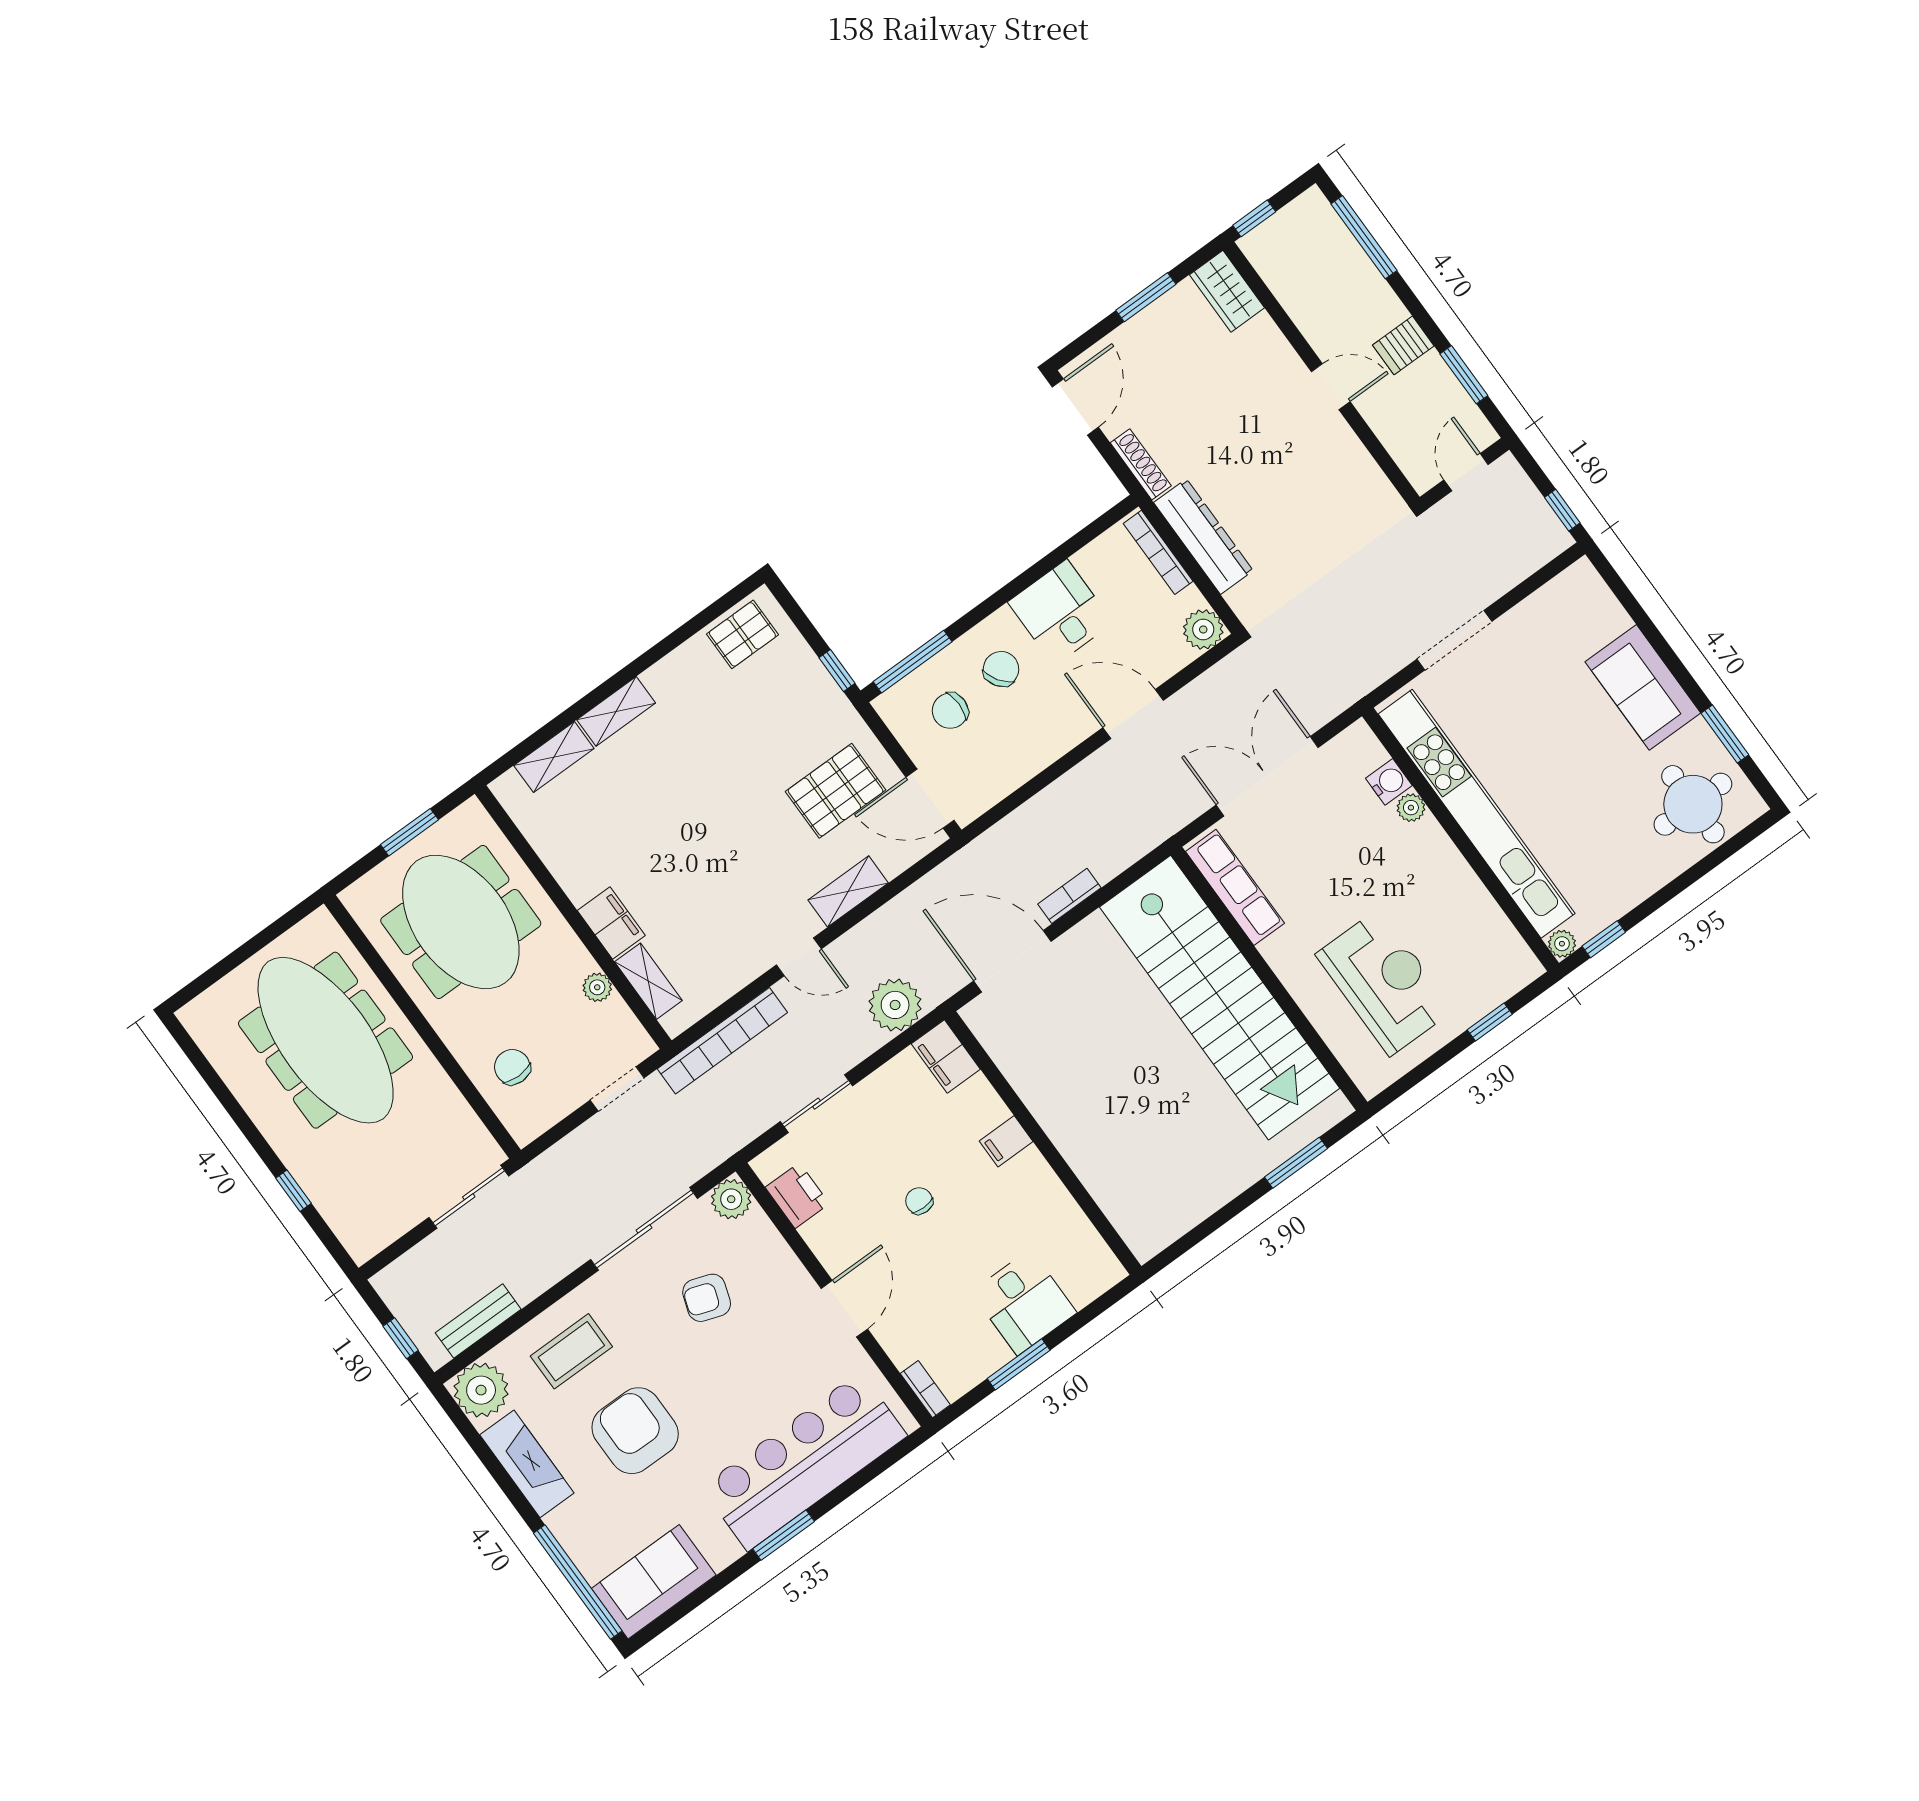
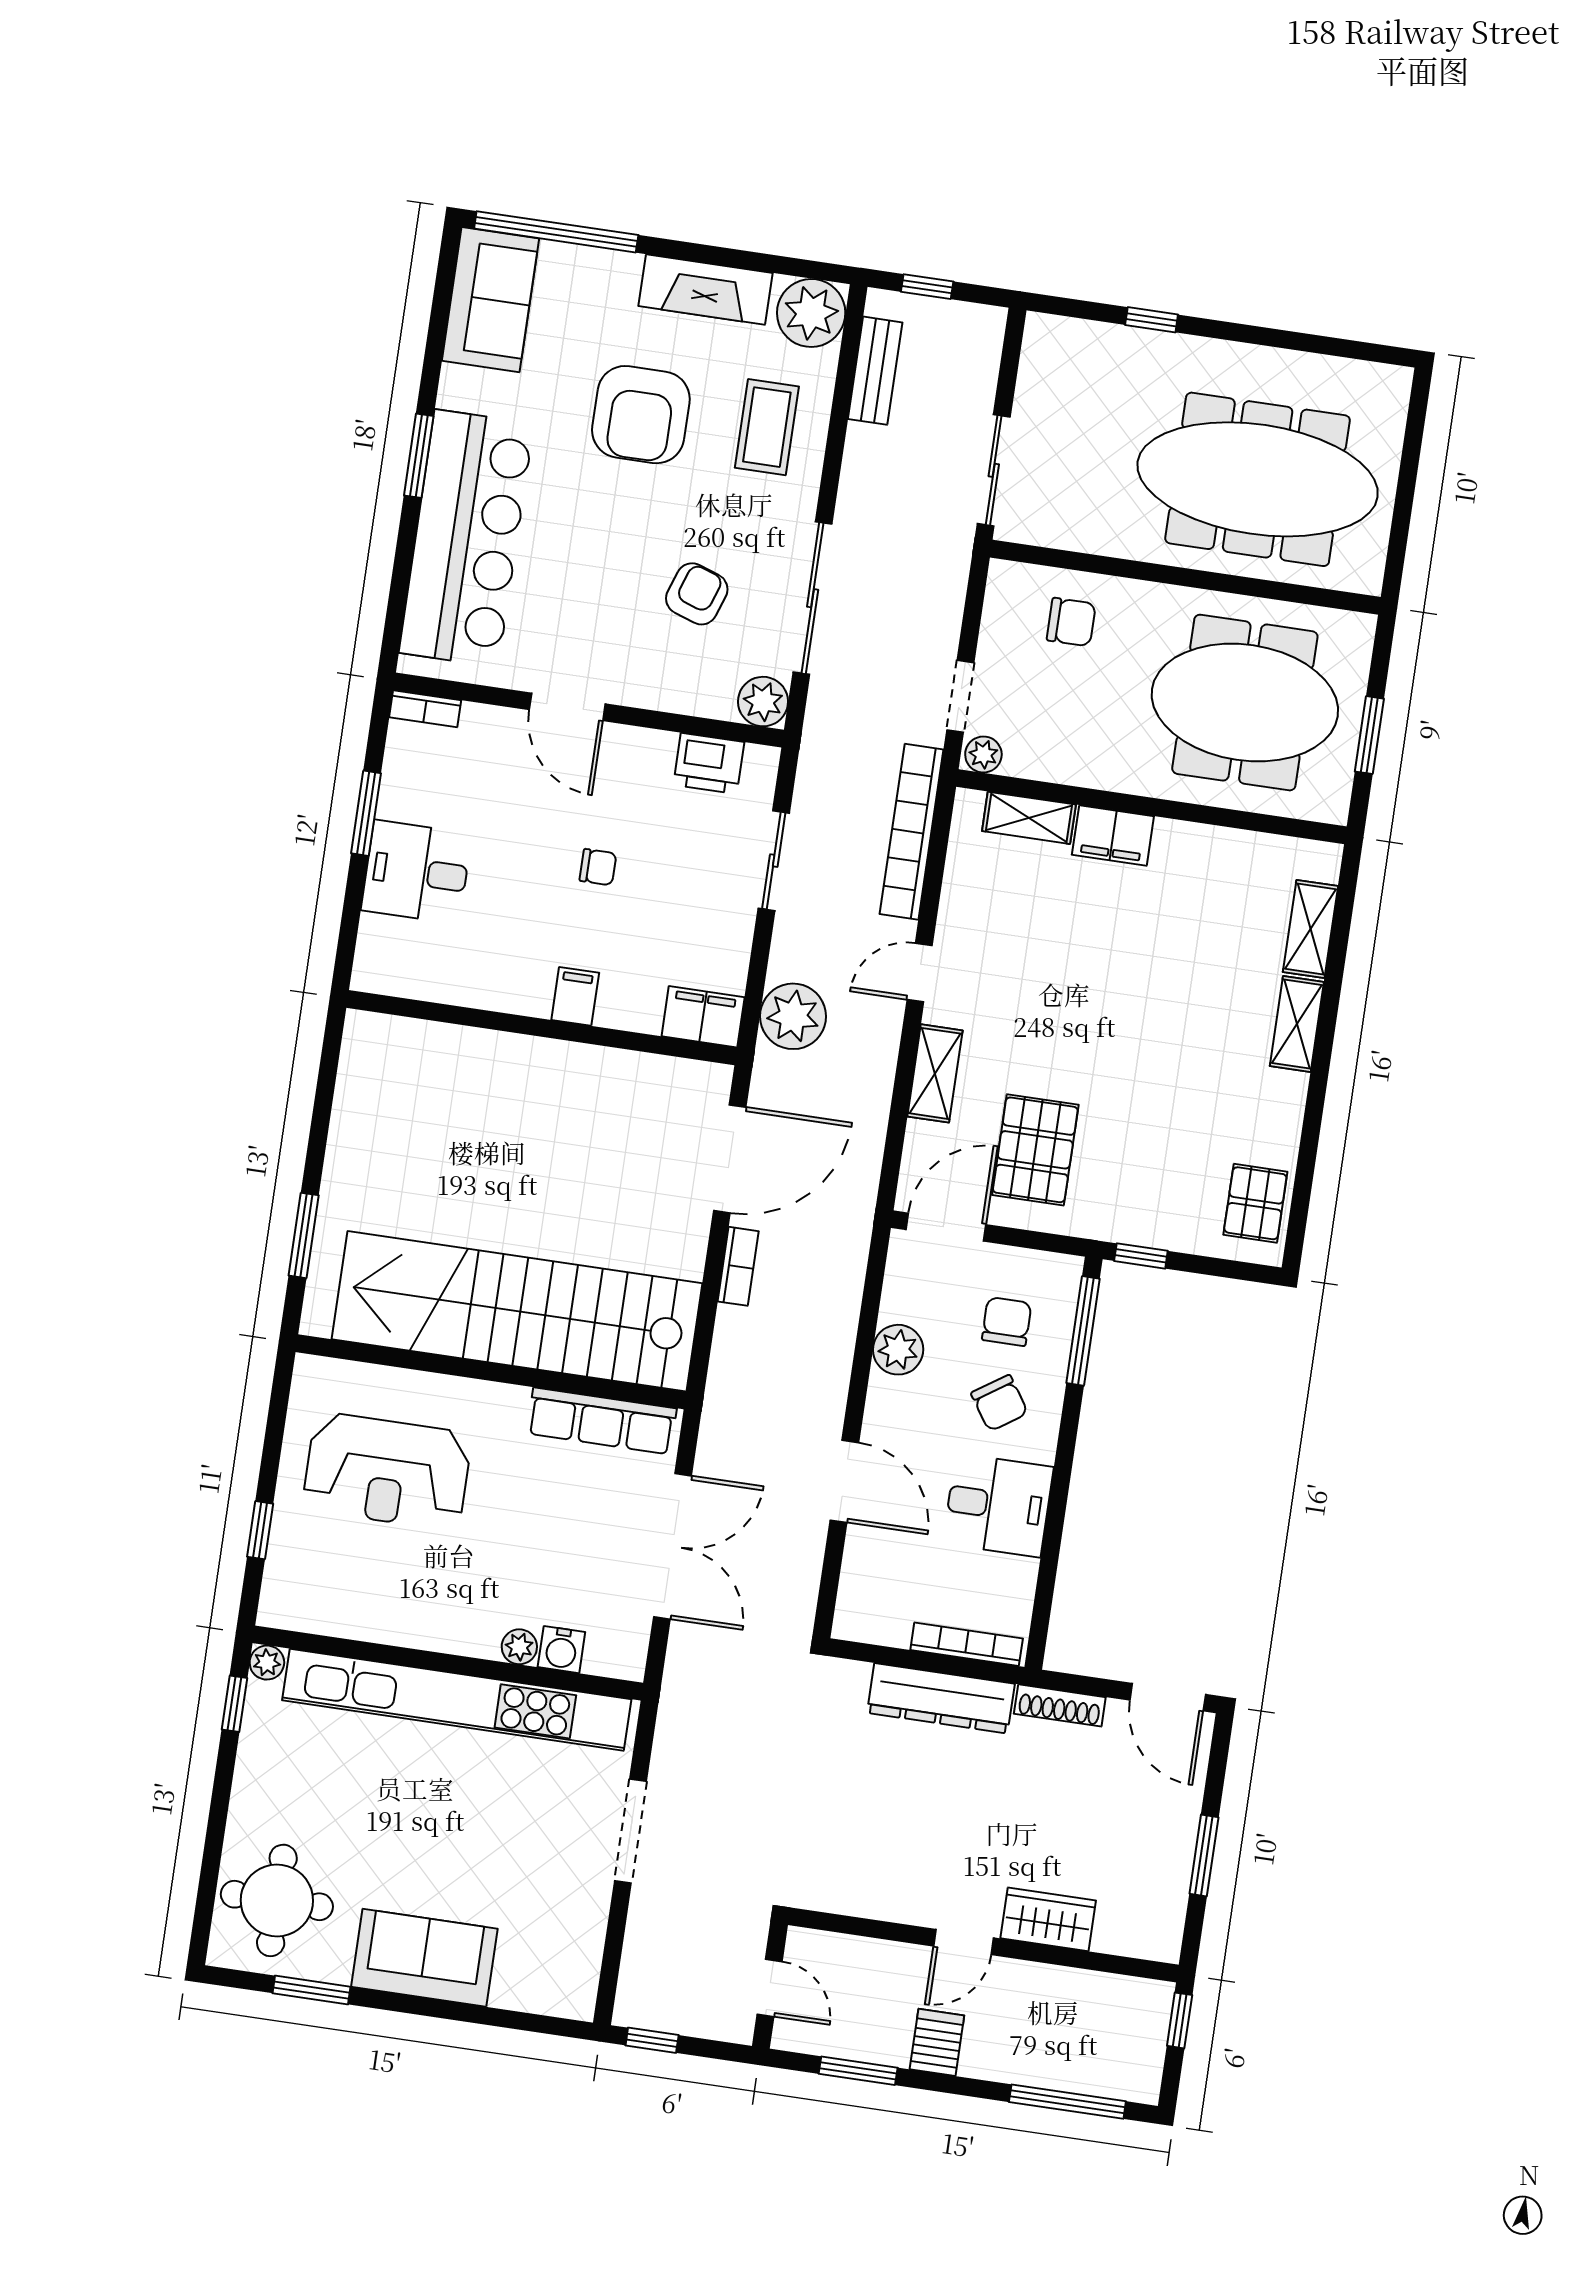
wardrobe: (1227, 291) -> (1048, 1919), moved
plant: (1203, 629) -> (898, 1350), moved
door: (1133, 714) -> (844, 1481), hinge flipped
plant: (597, 987) -> (983, 754), moved
armchair: (635, 1431) -> (641, 415), turned 90

